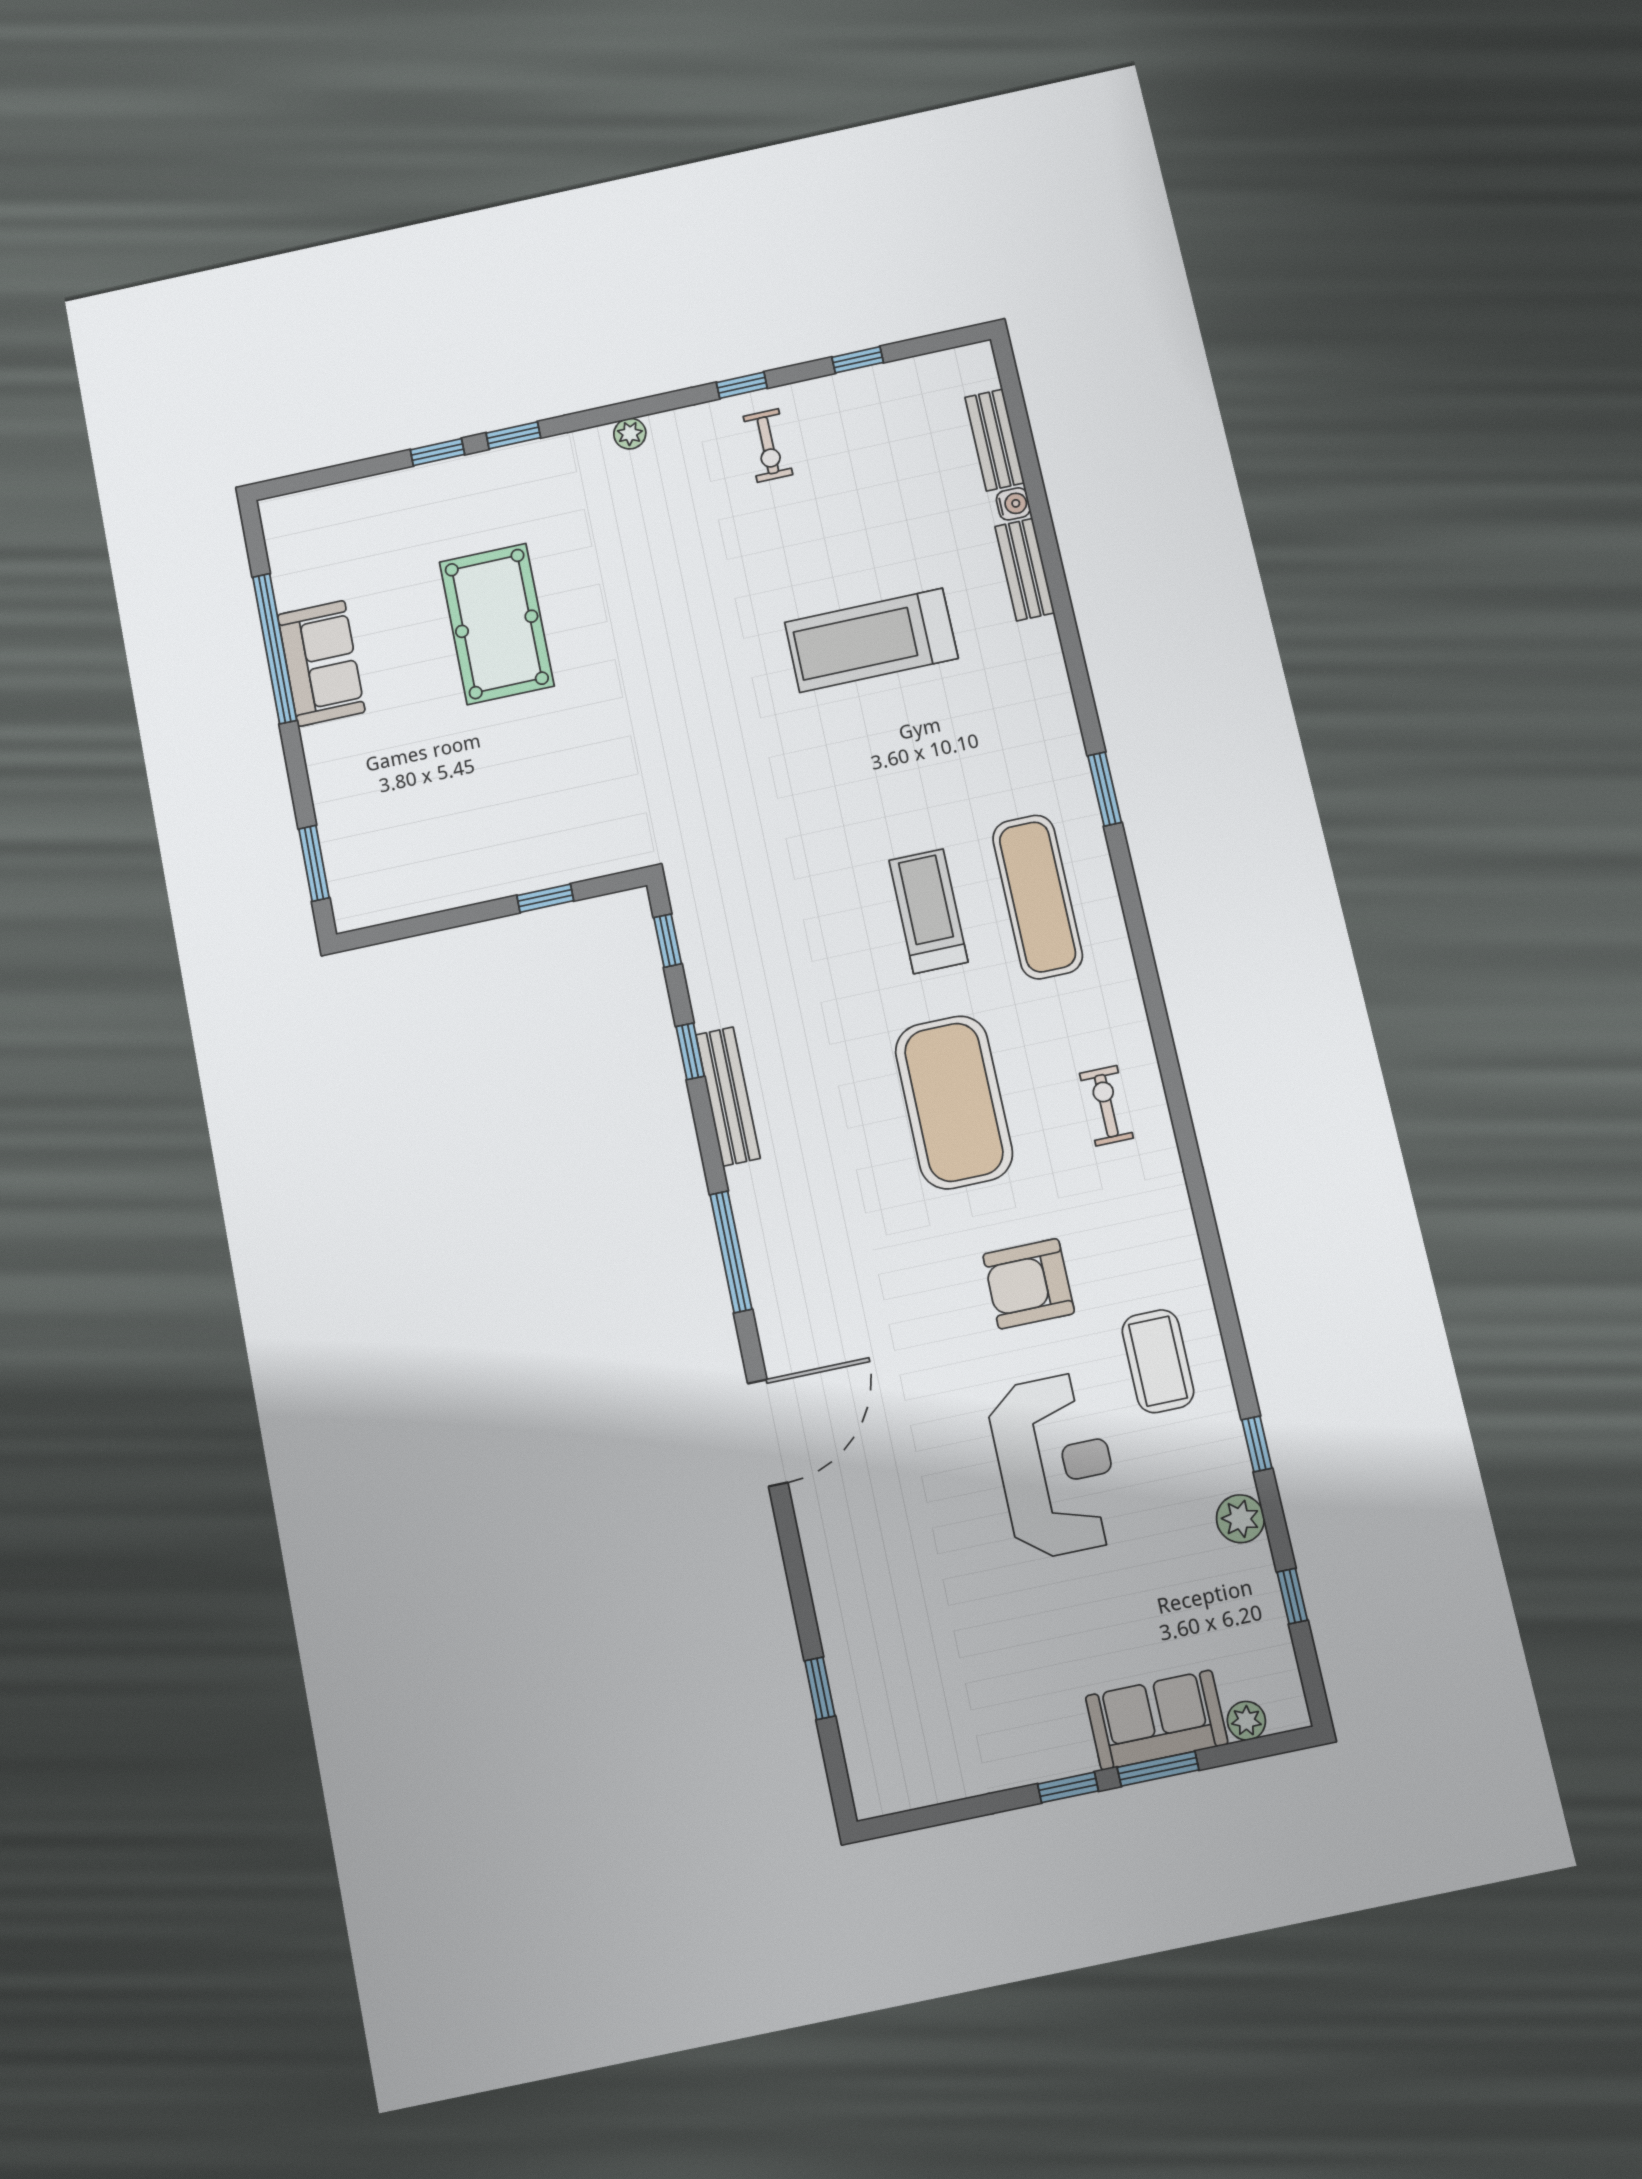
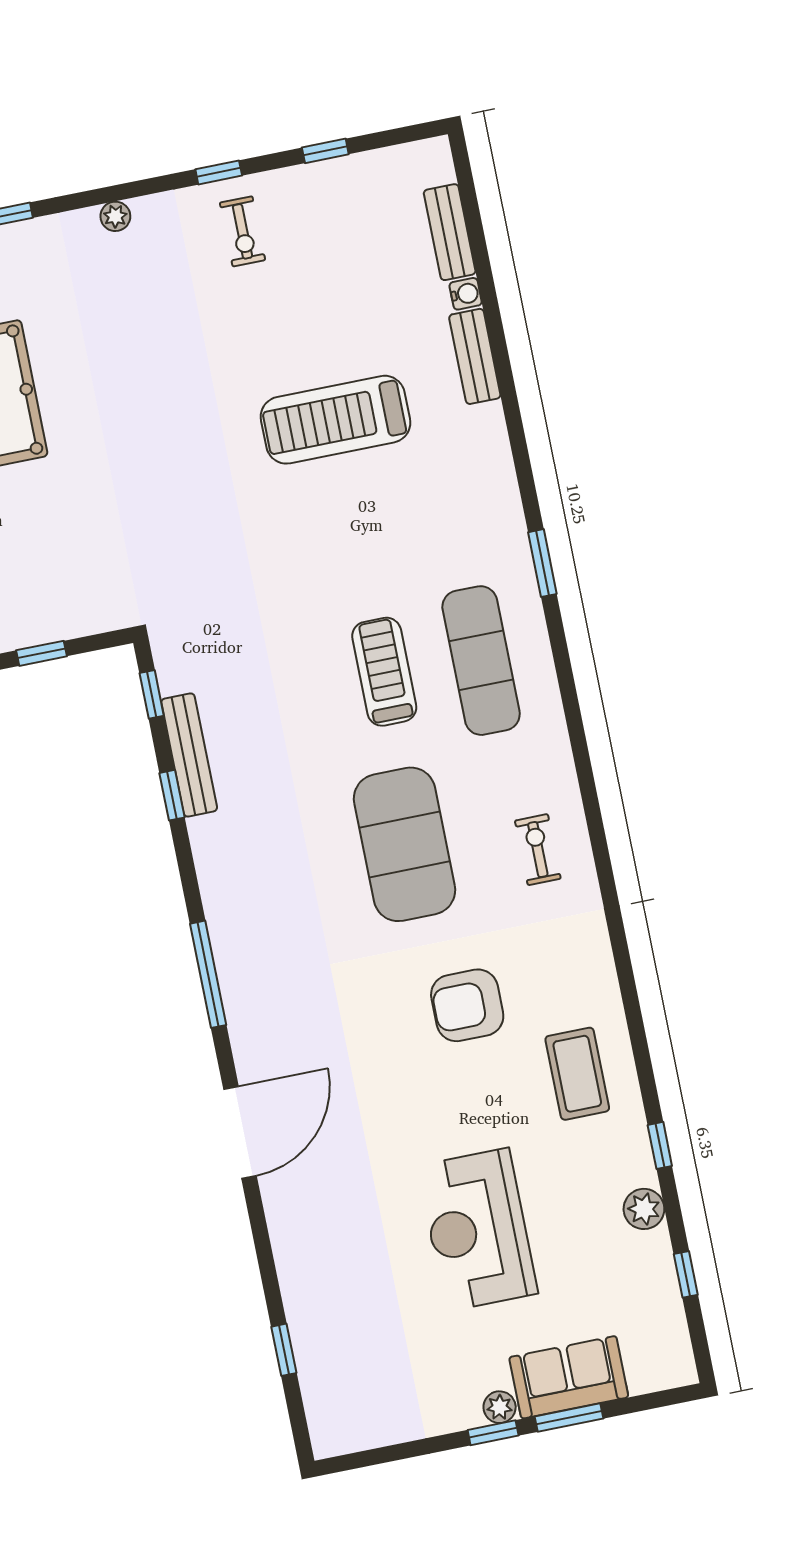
bench: (728, 1096) -> (189, 755), moved
reception desk: (1055, 1466) -> (478, 1230), moved, turned 180
plant: (1246, 1721) -> (500, 1407), moved

